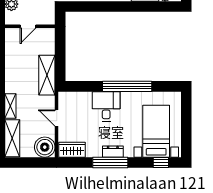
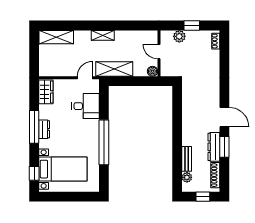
shelving: (10, 106) -> (103, 35), moved
desk: (106, 106) -> (86, 106), moved
door: (57, 118) -> (85, 78), moved
boiler: (45, 147) -> (153, 71), moved, width x0.54, depth x0.54

